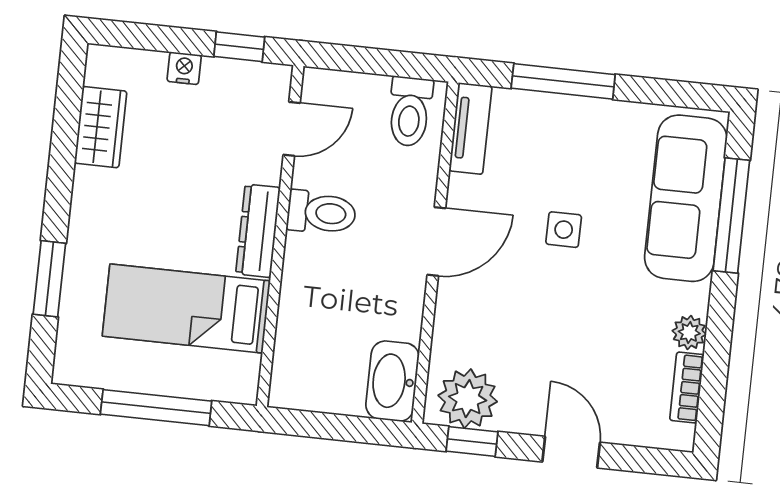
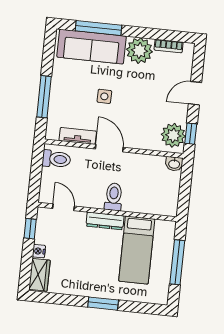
wardrobe: (101, 127) -> (39, 275), moved, turned 90
tv unit: (471, 129) -> (78, 136), moved
toilet: (321, 213) -> (114, 197), moved
window: (49, 279) -> (103, 304), moved
plant: (689, 332) -> (139, 51), width x1.87, depth x1.87
washbasin: (392, 381) -> (174, 164), width x0.52, depth x0.69

